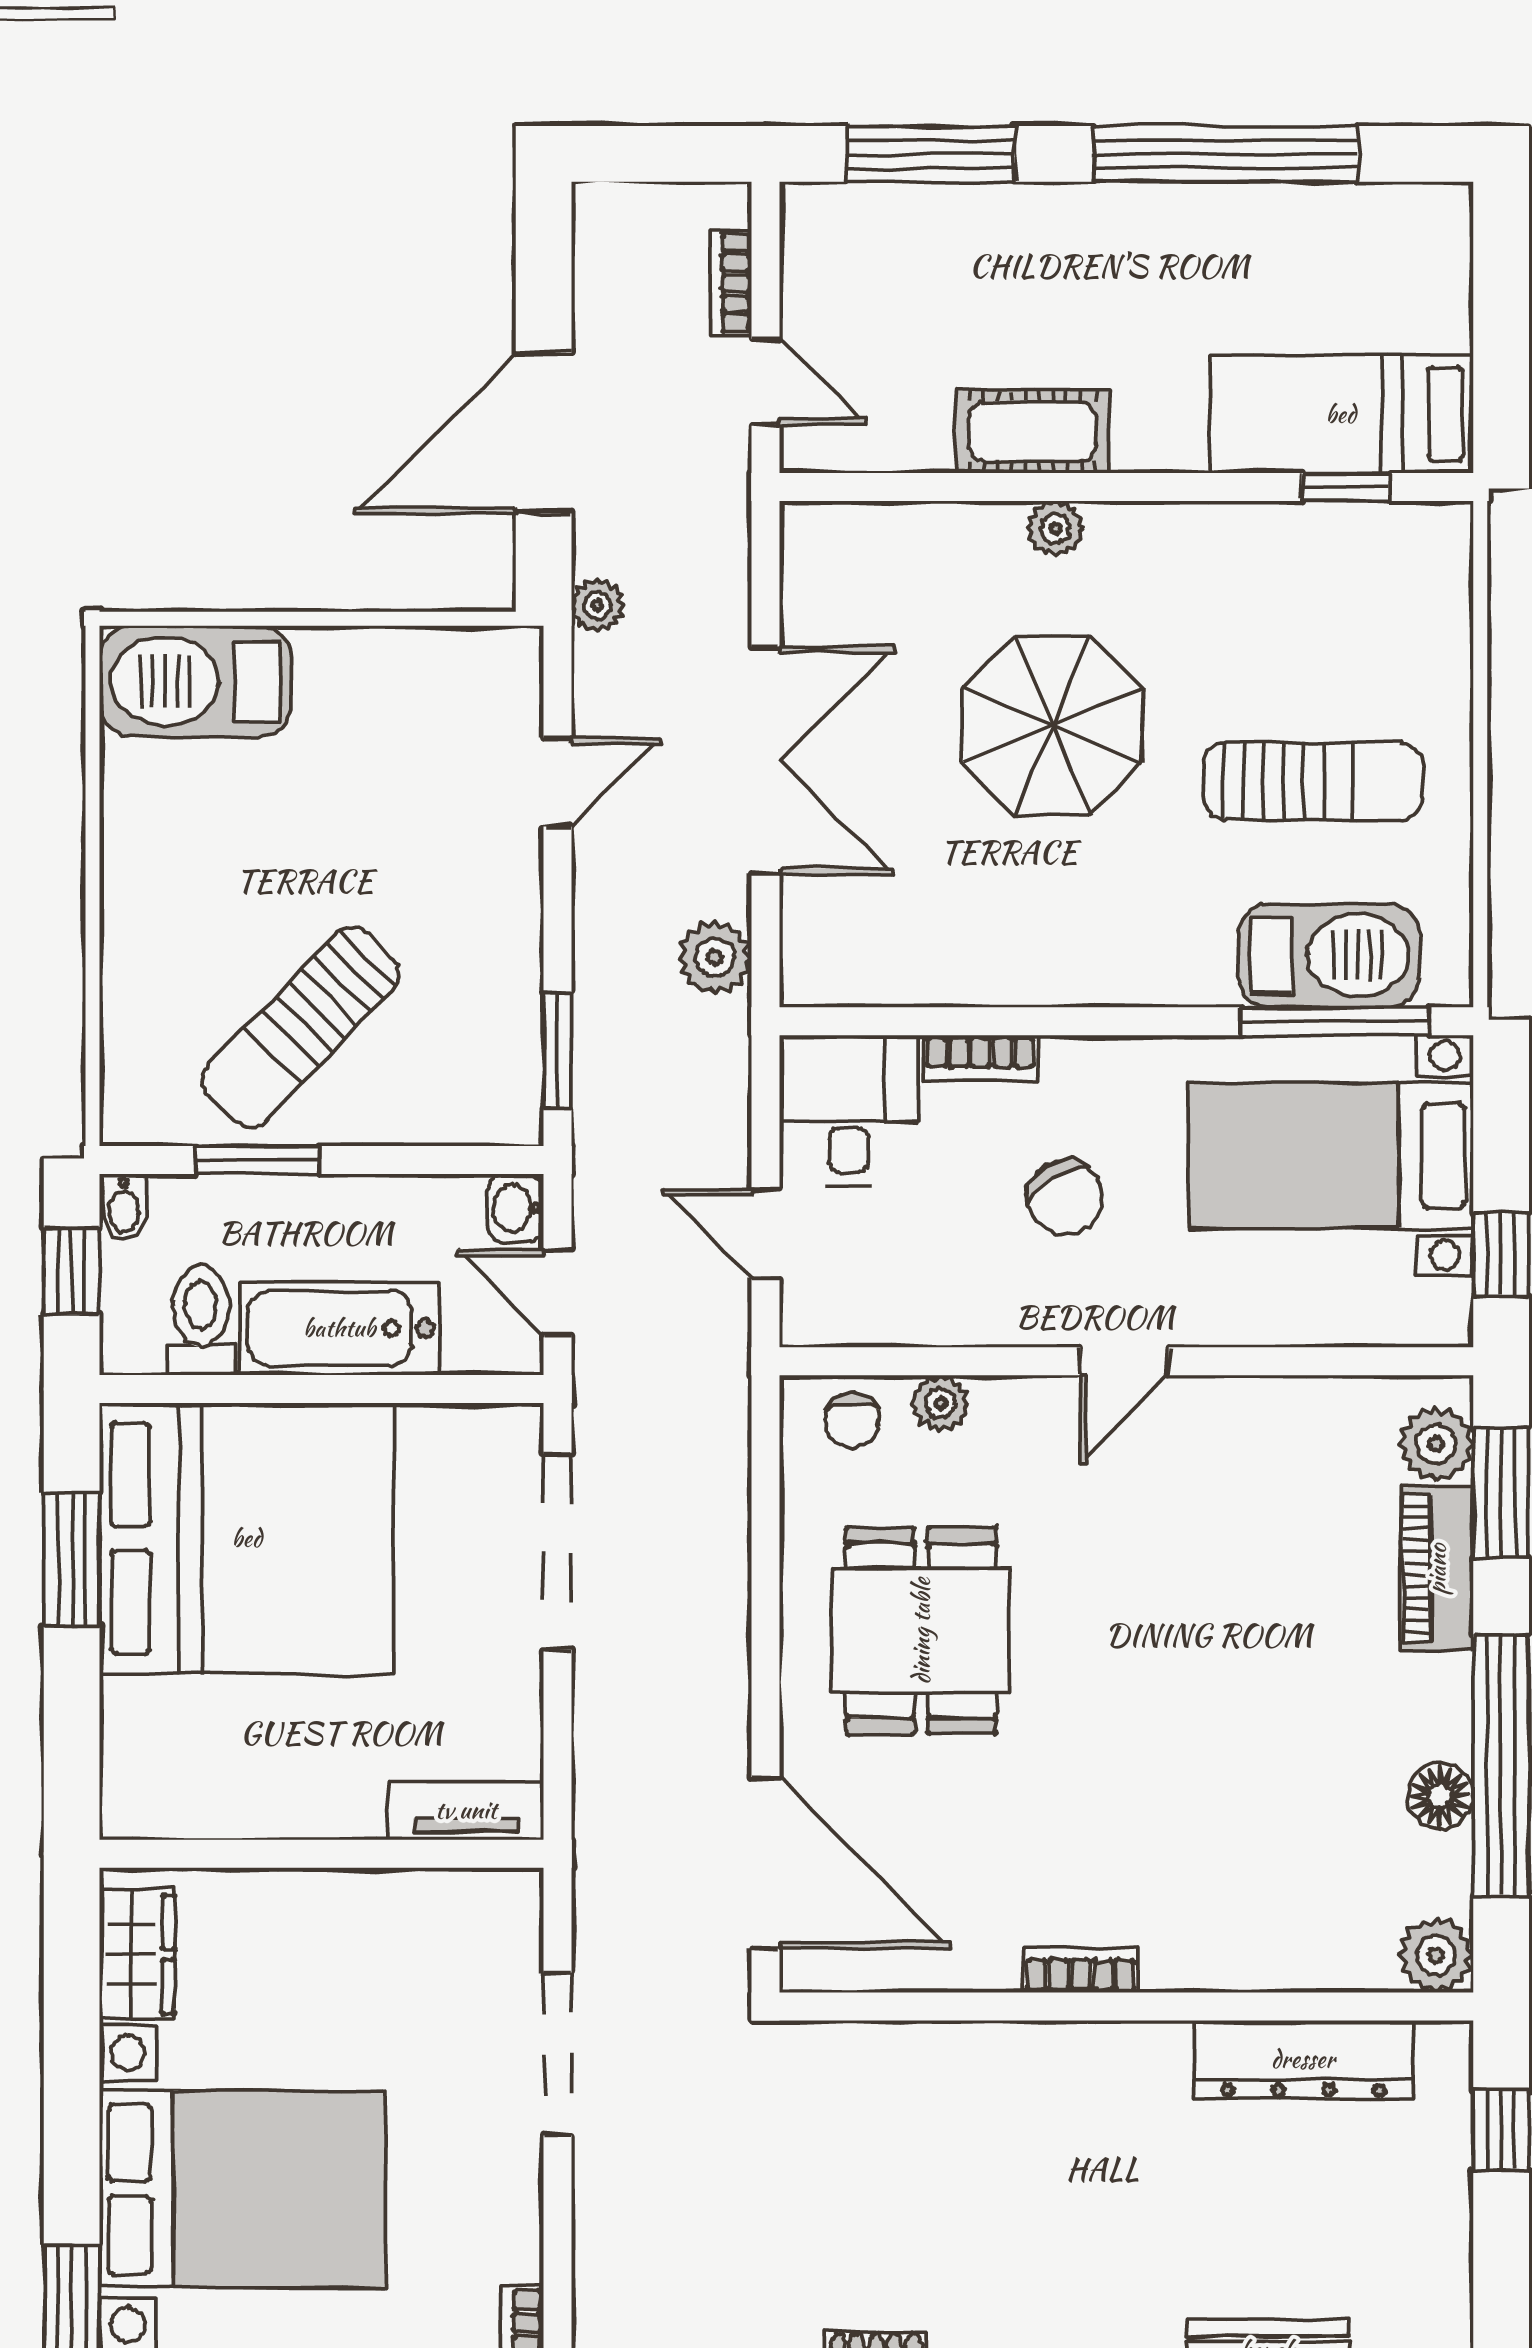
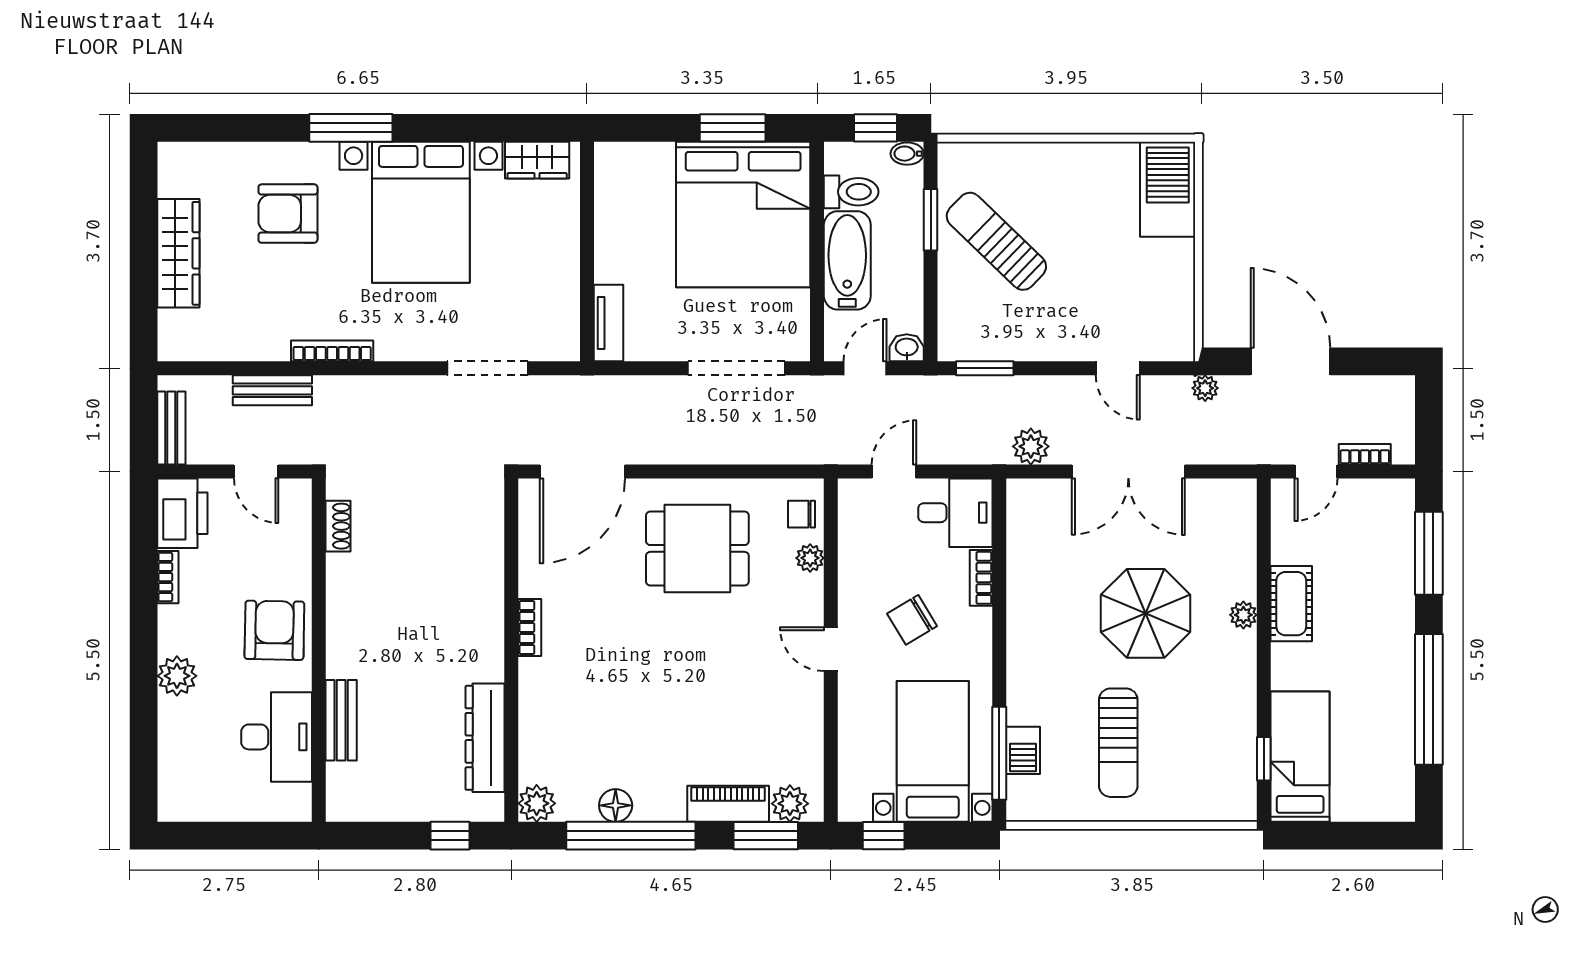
barbecue: (1329, 955) -> (1023, 750), width x0.53, depth x0.65

